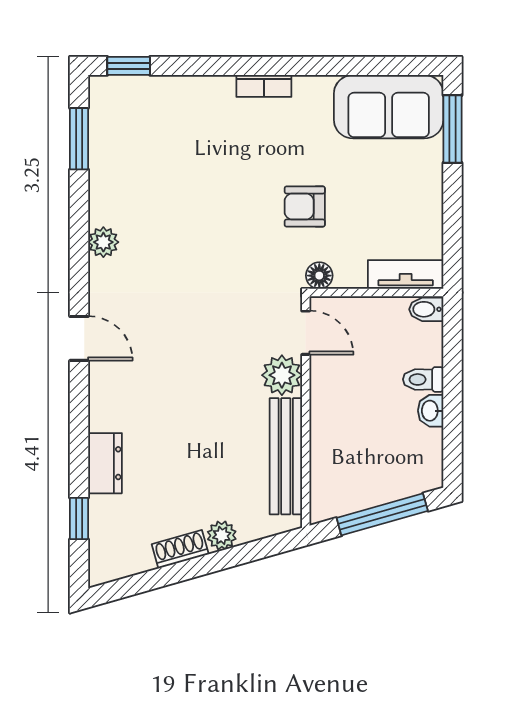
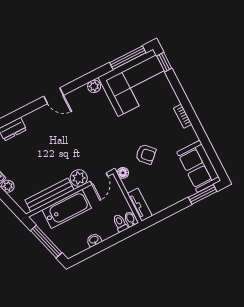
window: (79, 139) -> (128, 58), width x1.44
corner sofa: (141, 149) -> (136, 83), added
armchair: (305, 207) -> (146, 154), turned 136
door: (79, 338) -> (54, 96), hinge flipped
toilet: (423, 379) -> (120, 223), moved
bathtub: (335, 435) -> (67, 209), added

